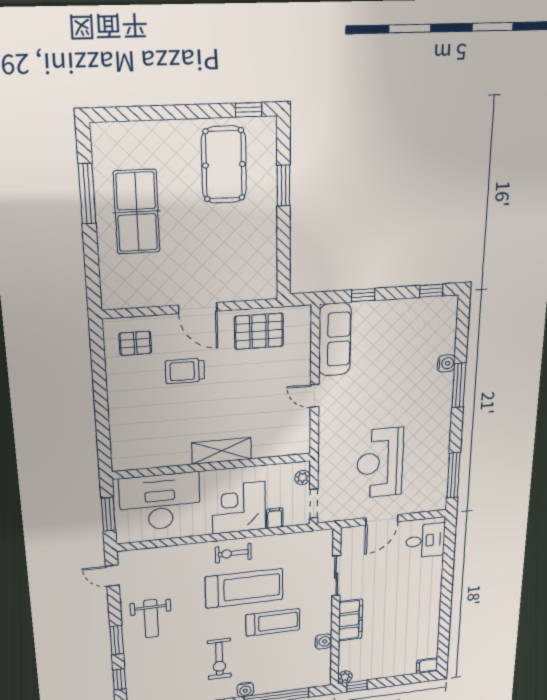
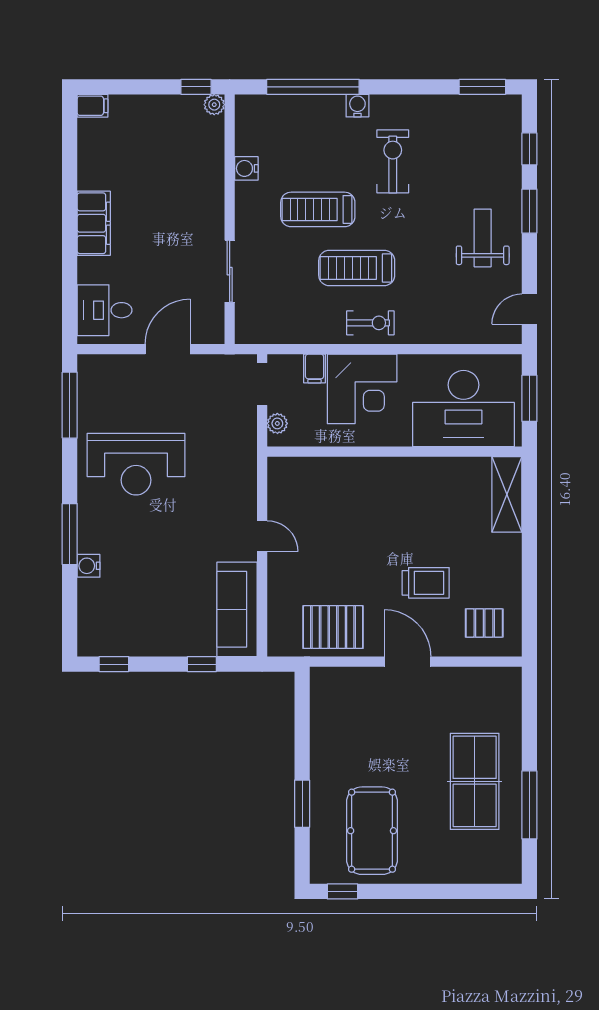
shelving: (222, 451) -> (507, 494), moved, turned 90
reception desk: (380, 463) -> (136, 464), moved, turned 90
door: (112, 576) -> (529, 309), swing flipped
treadmill: (244, 588) -> (357, 268), width x0.73, depth x0.73
filing cabinet: (351, 620) -> (94, 223), moved, turned 180

